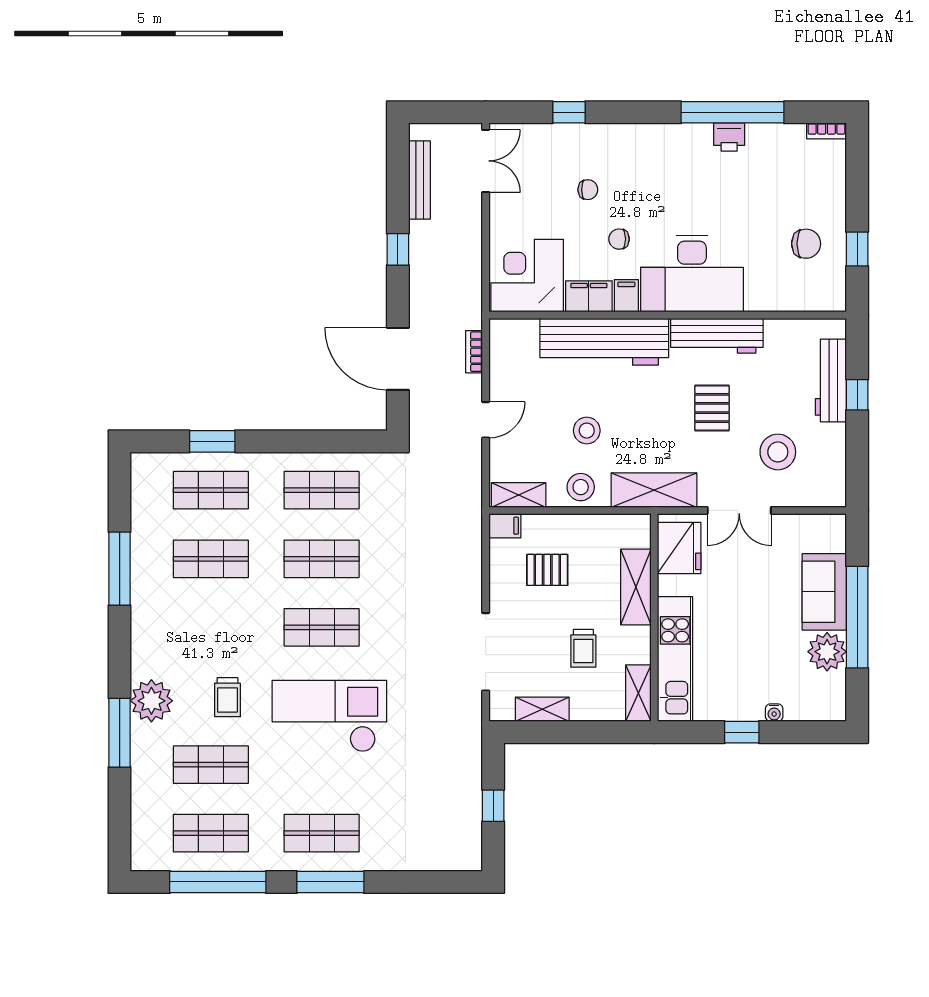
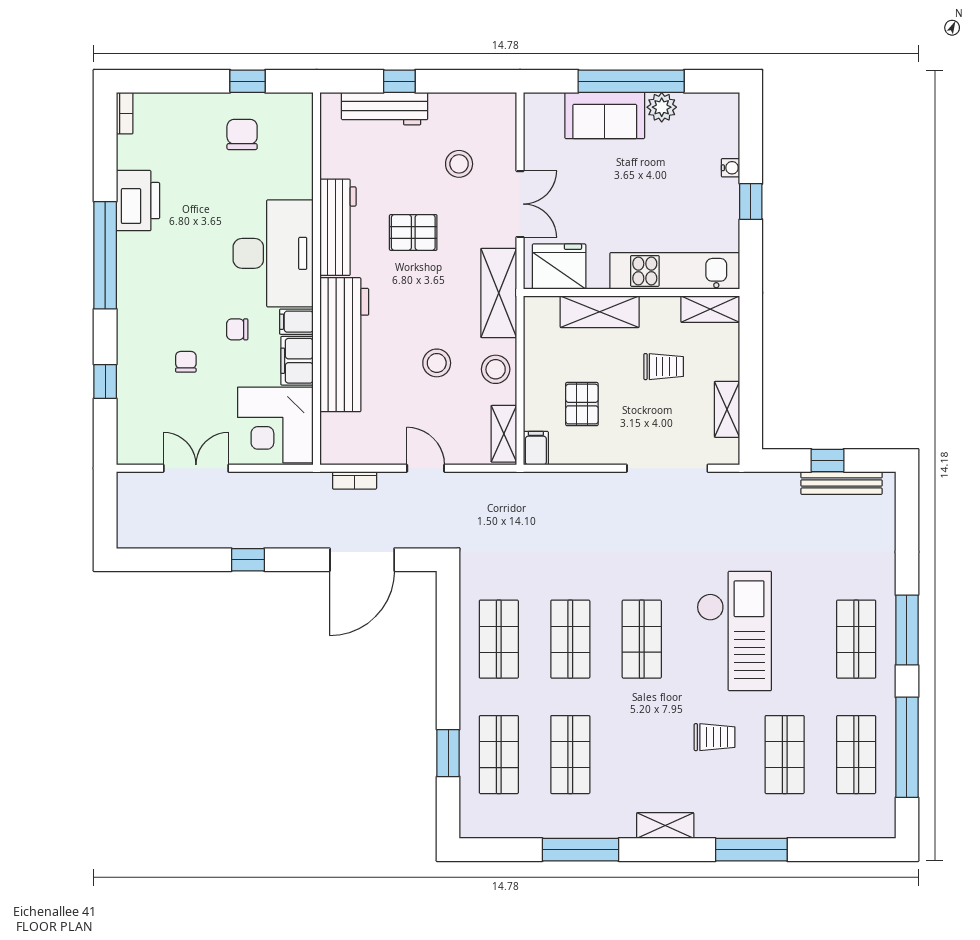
window: (732, 112) -> (105, 255), moved
printer: (729, 137) -> (138, 201), width x1.87, depth x1.48
double door: (486, 161) -> (196, 468), moved
bench: (420, 180) -> (842, 483), moved
chair: (619, 239) -> (237, 329), turned 90
stool: (778, 452) -> (459, 164), width x0.73, depth x0.73
shelving: (143, 650) -> (665, 826), added
plant: (827, 652) -> (662, 107), width x0.73, depth x0.73
plant: (151, 701) -> (718, 816), removed
checkout: (329, 716) -> (734, 631), turned 180

